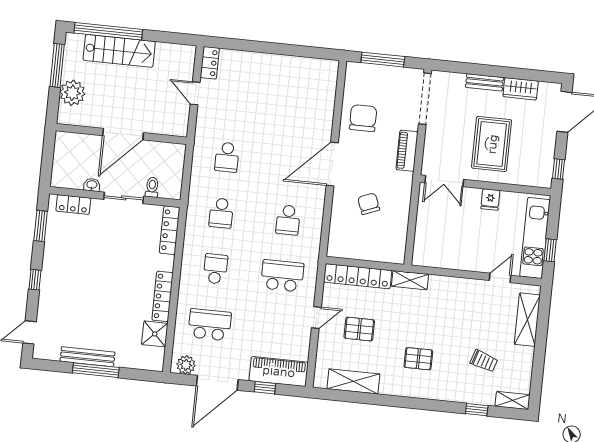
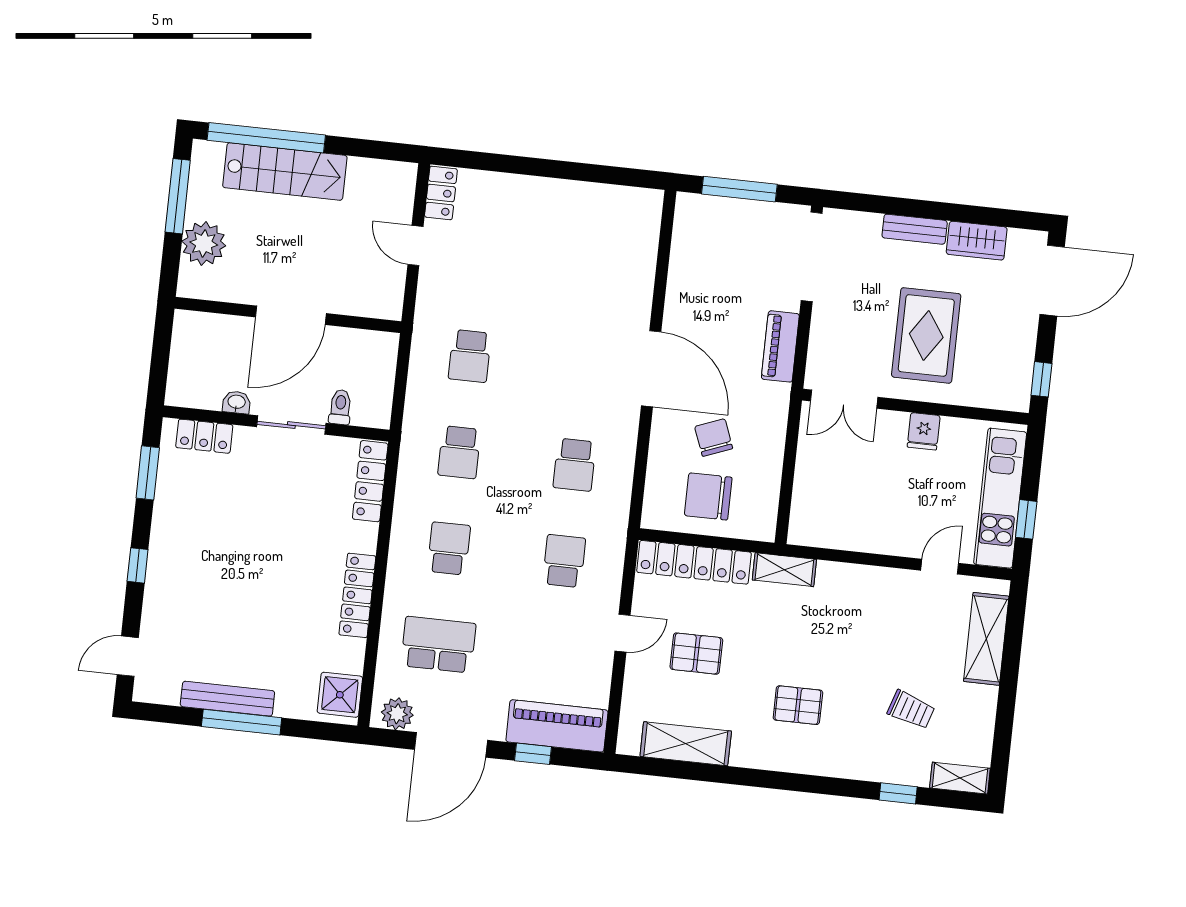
chair: (363, 118) -> (708, 496), moved, turned -90
door: (332, 164) -> (651, 369), swing flipped
school desk: (282, 276) -> (564, 561), width x0.54
shower: (155, 334) -> (340, 695), moved

